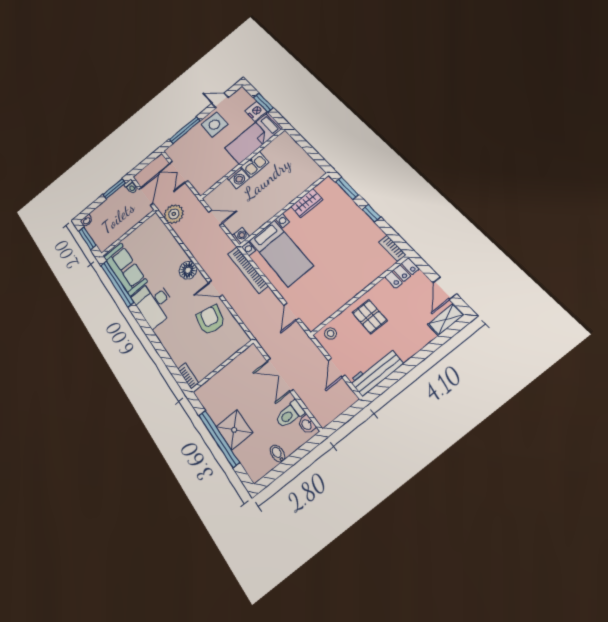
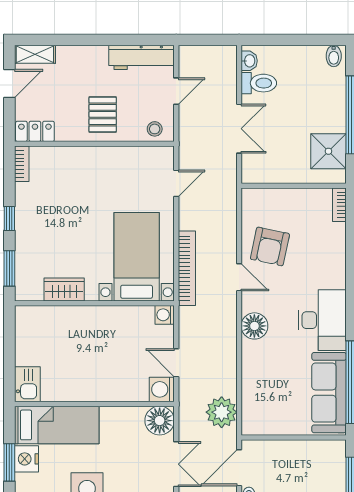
kitchen sink: (255, 165) -> (27, 384), moved, turned 90
washing machine: (238, 178) -> (162, 389), moved, turned -90
floor lamp: (203, 184) -> (160, 421), added
shower: (234, 430) -> (328, 151), moved
bidet: (278, 454) -> (334, 56), moved

